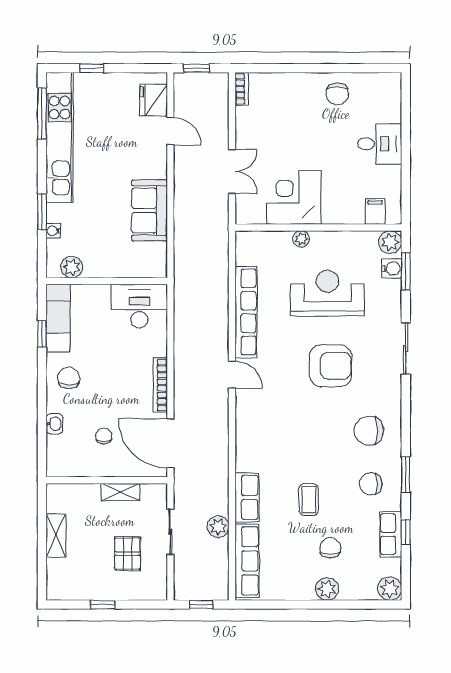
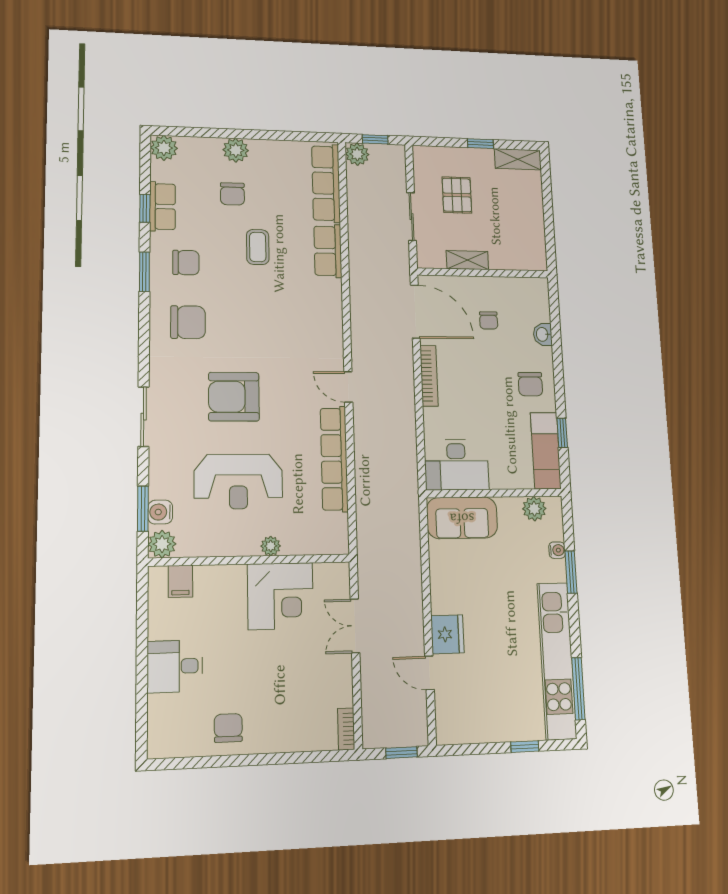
fridge: (154, 100) -> (447, 634), moved
sofa: (150, 211) -> (462, 518), moved, turned 90
plant: (218, 527) -> (357, 154), moved
shelving: (56, 536) -> (518, 159), moved, turned 90

